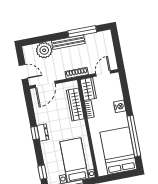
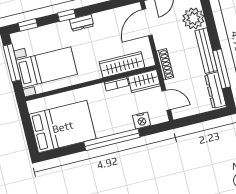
dresser: (98, 37) -> (215, 90), added
door: (45, 84) -> (147, 22), hinge flipped
nightstand: (120, 106) -> (142, 120), moved
window: (35, 133) -> (67, 15), moved
window: (134, 136) -> (112, 140), moved

